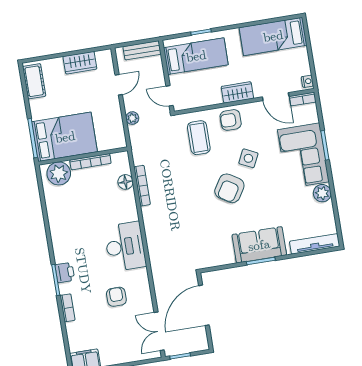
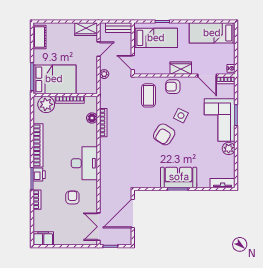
wardrobe: (80, 63) -> (86, 29), moved
bookcase: (57, 232) -> (38, 145), added
tv unit: (315, 244) -> (223, 183), width x0.71

